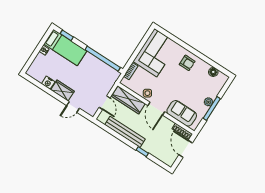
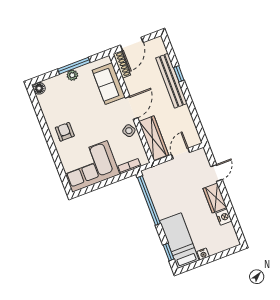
floor lamp: (213, 72) -> (39, 88), moved
door: (73, 107) -> (216, 173), hinge flipped
bench: (125, 132) -> (171, 81), moved

